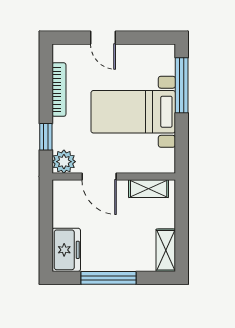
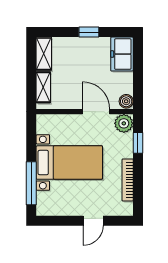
door: (103, 38) -> (93, 221), swing flipped
shelving: (149, 189) -> (43, 87), moved, turned 90
boiler: (61, 190) -> (126, 101), added
window: (108, 278) -> (89, 32), width x0.46

